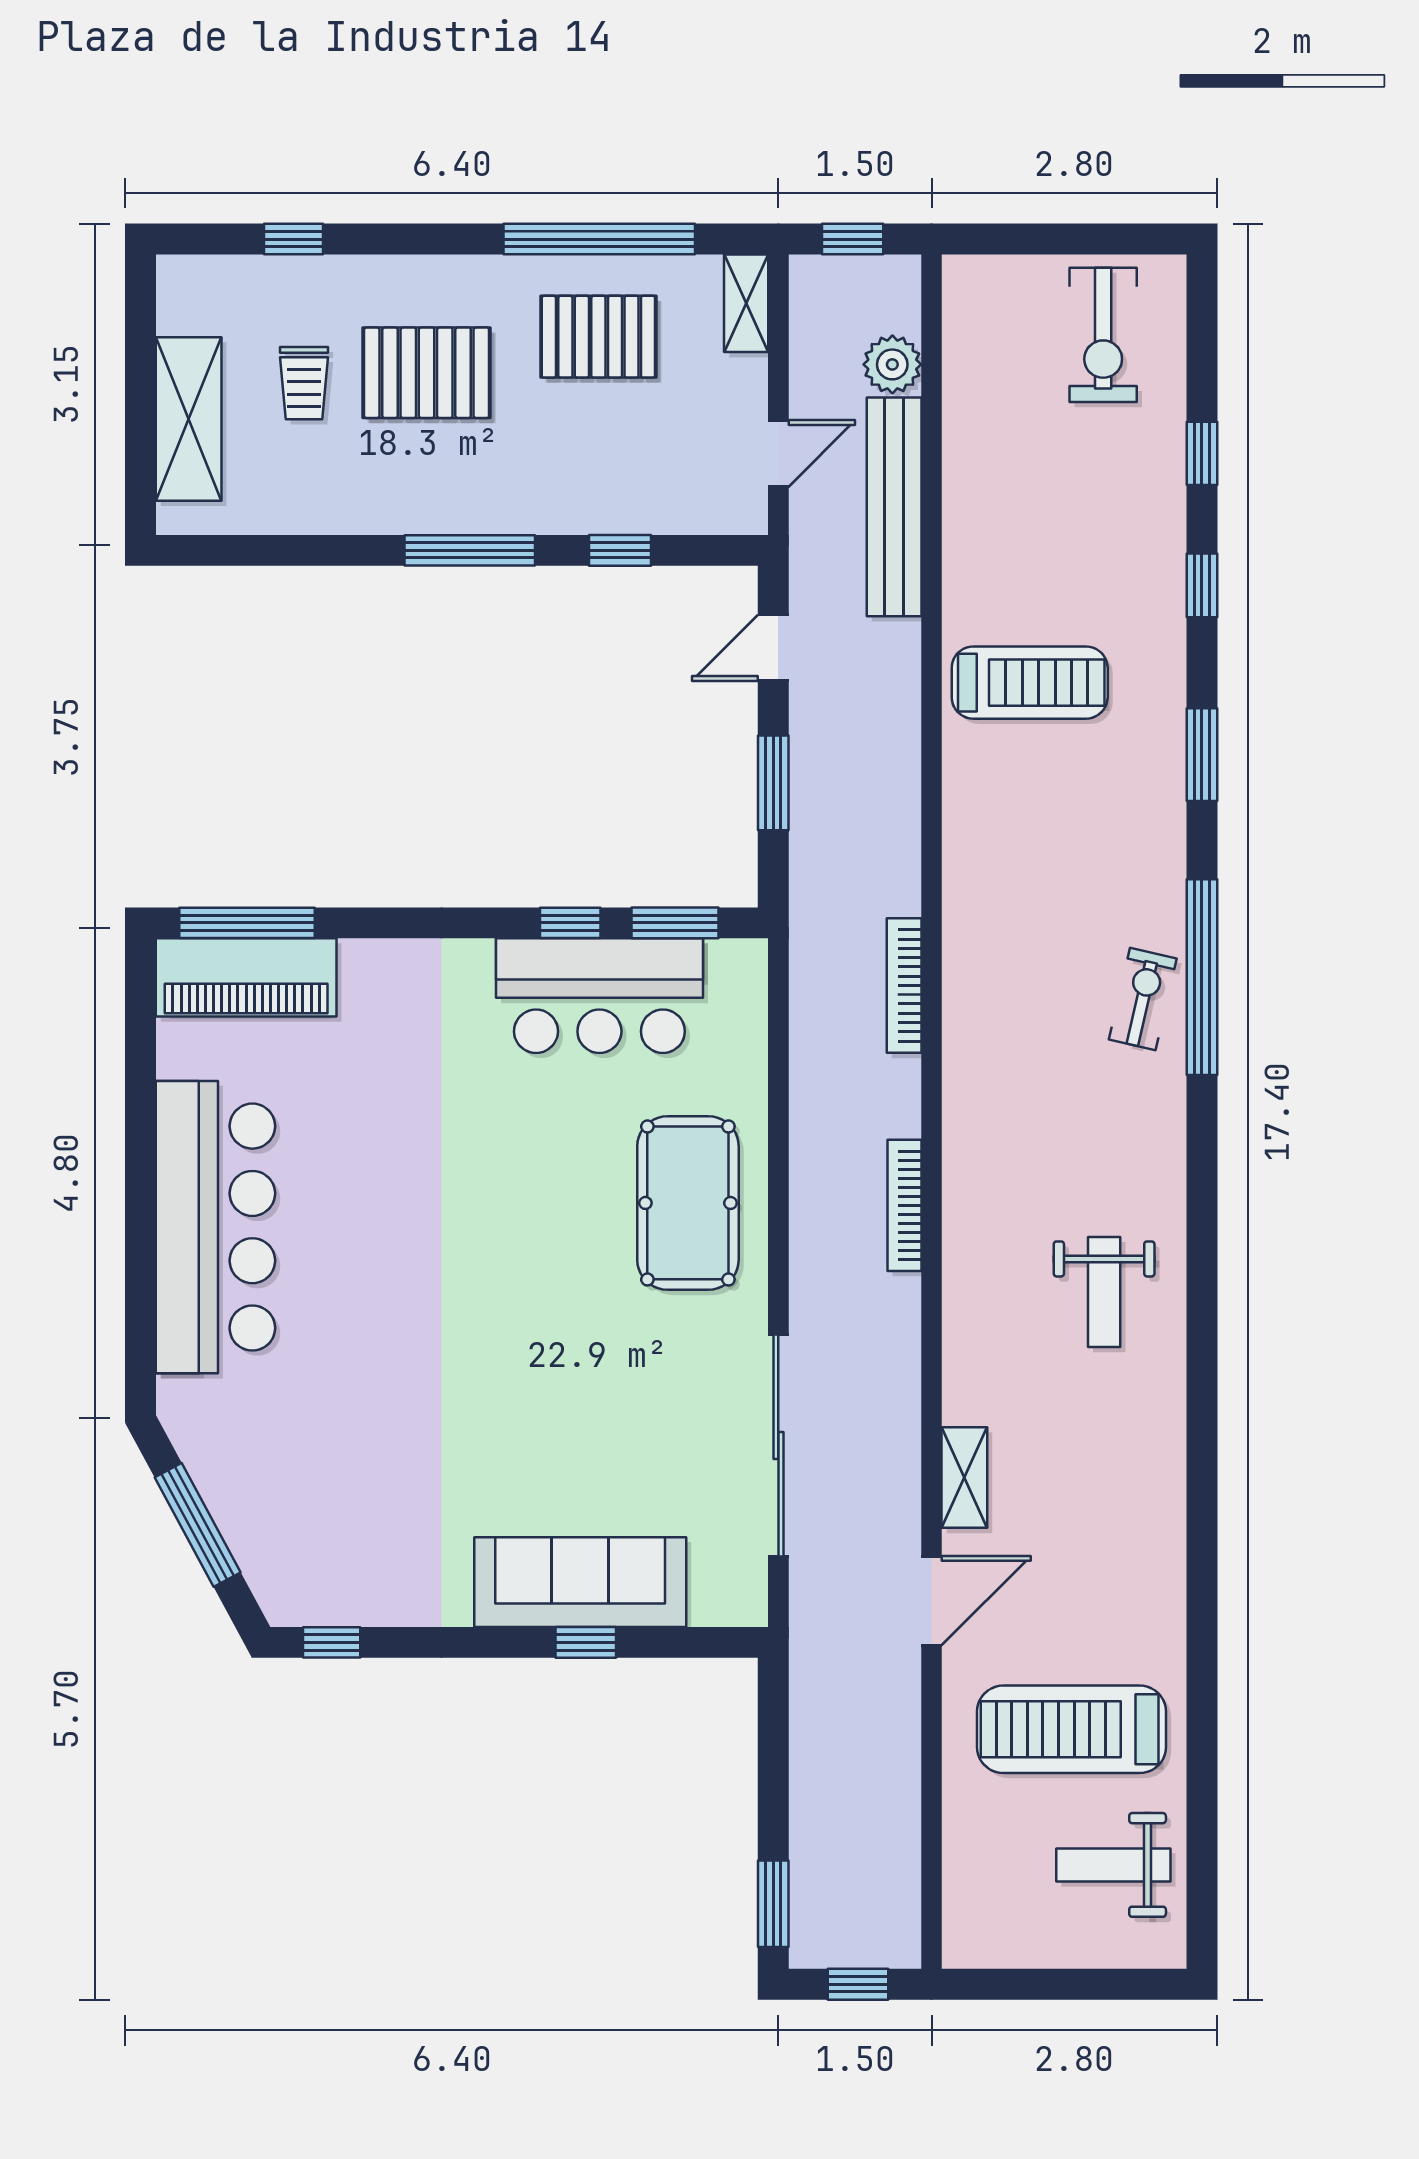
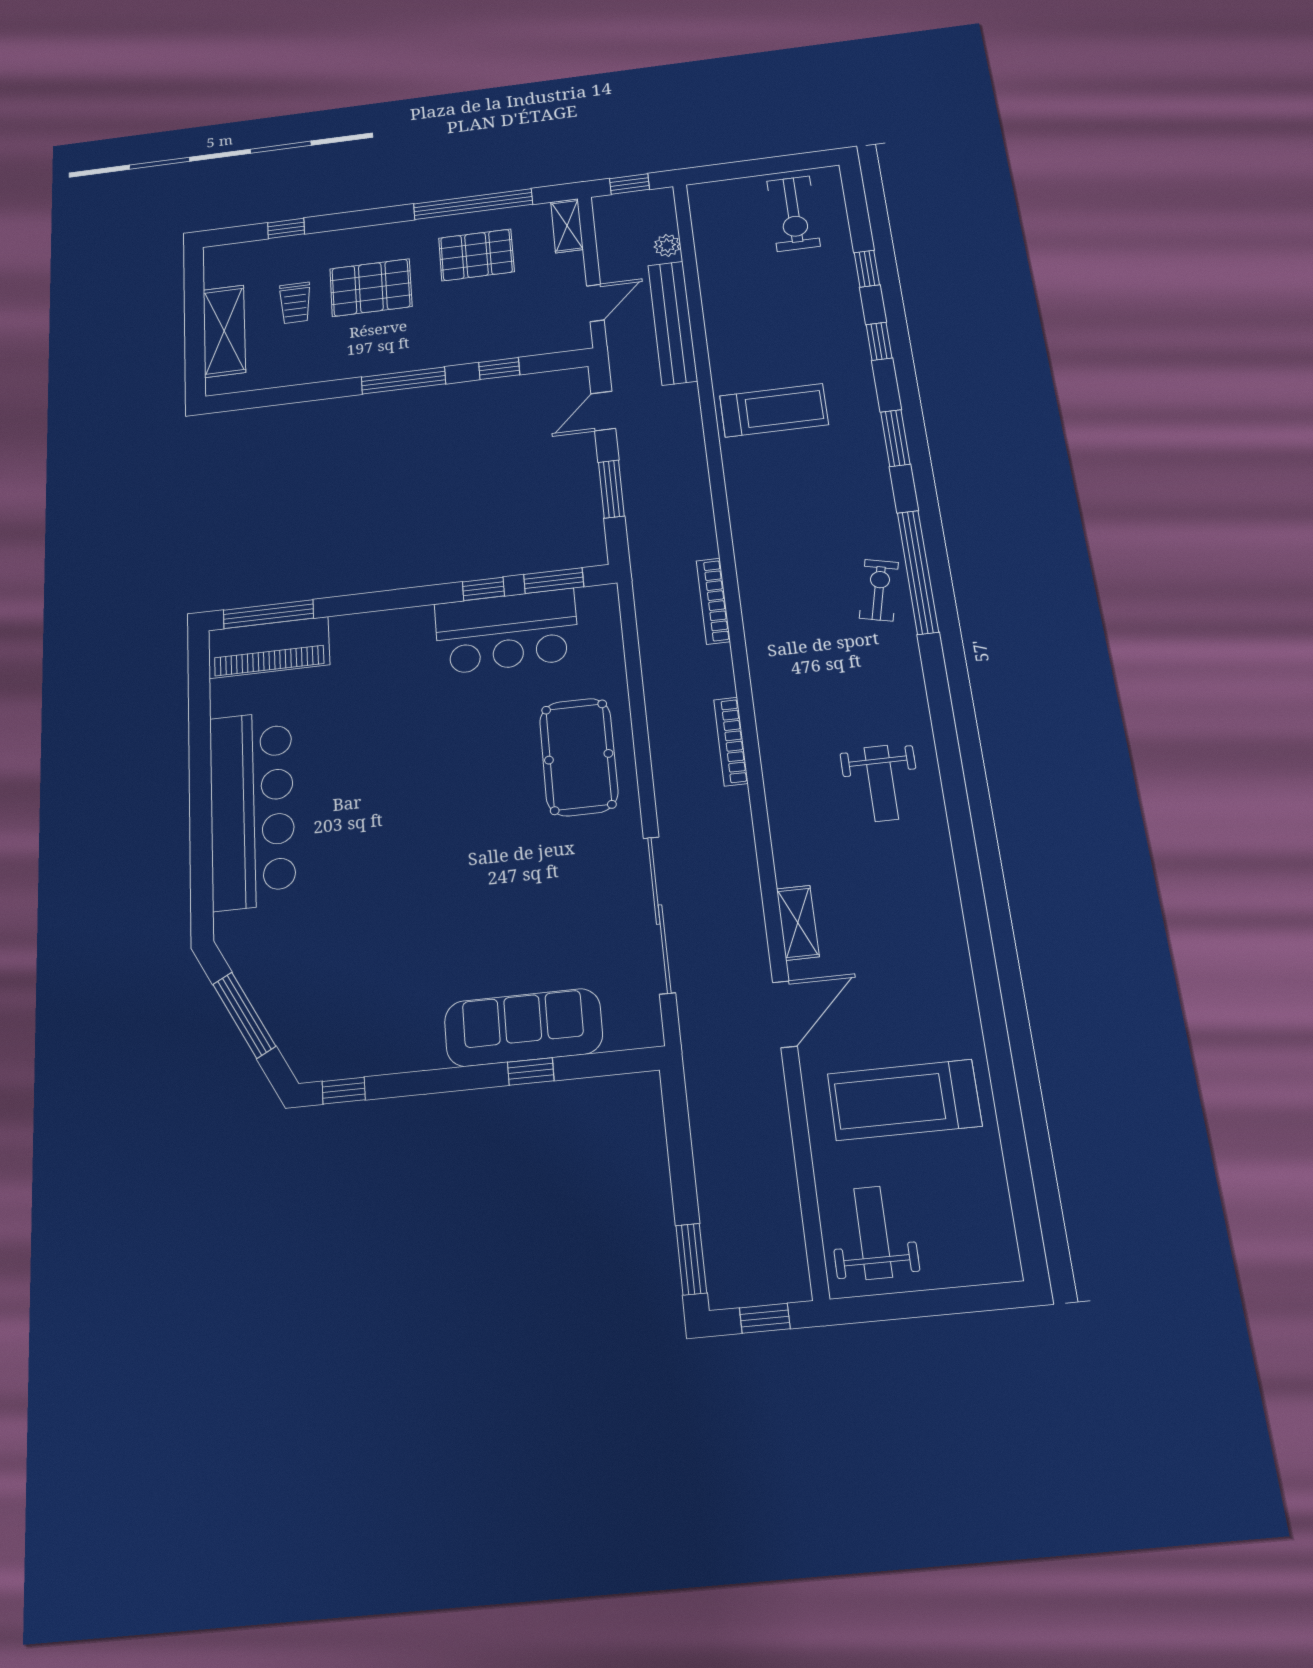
plant: (892, 364) -> (667, 245), width x0.73, depth x0.73
weight bench: (1113, 1865) -> (873, 1233), moved, turned 90

